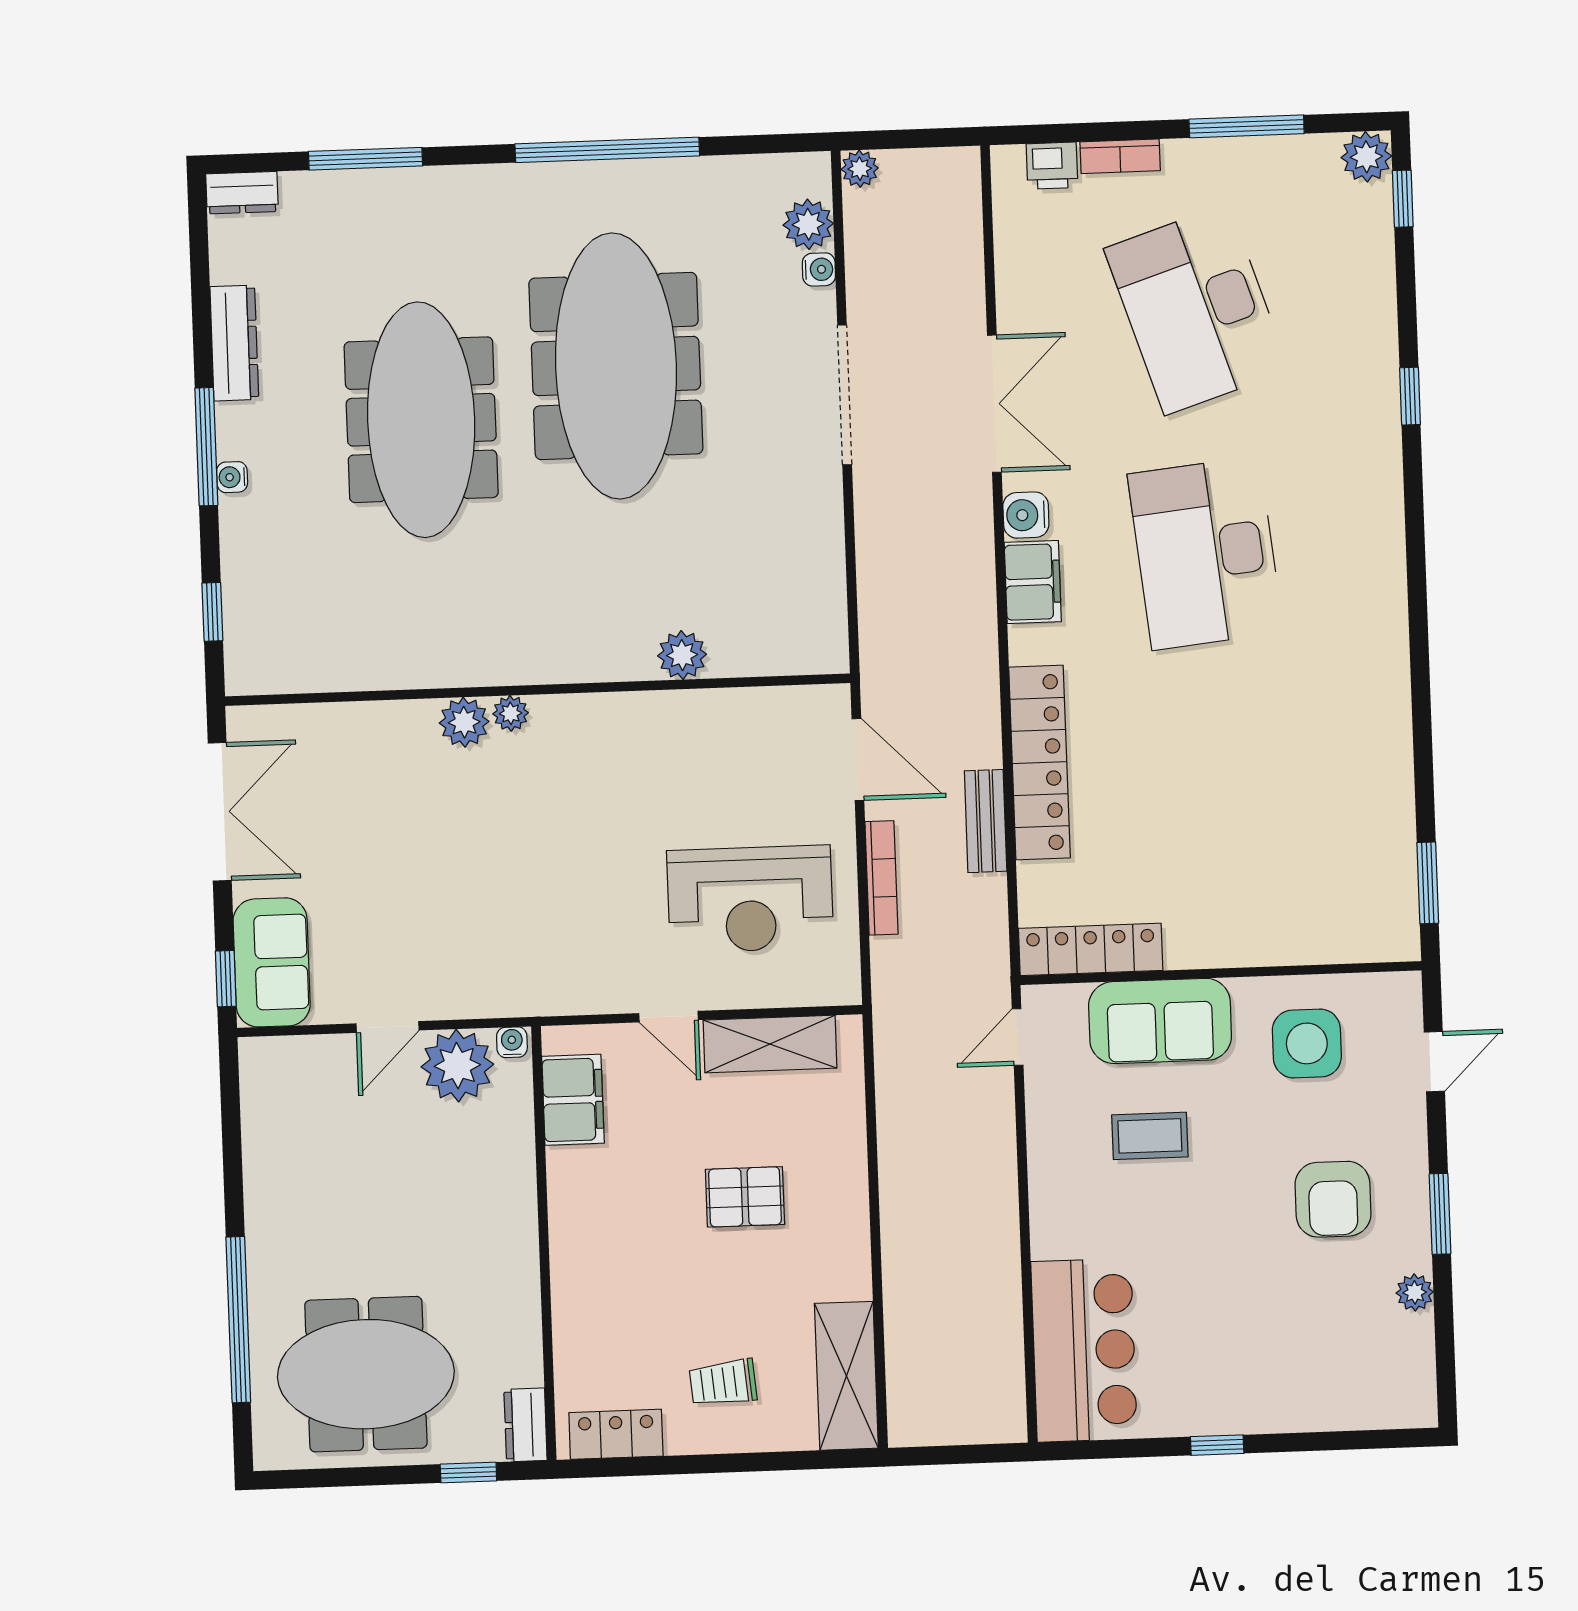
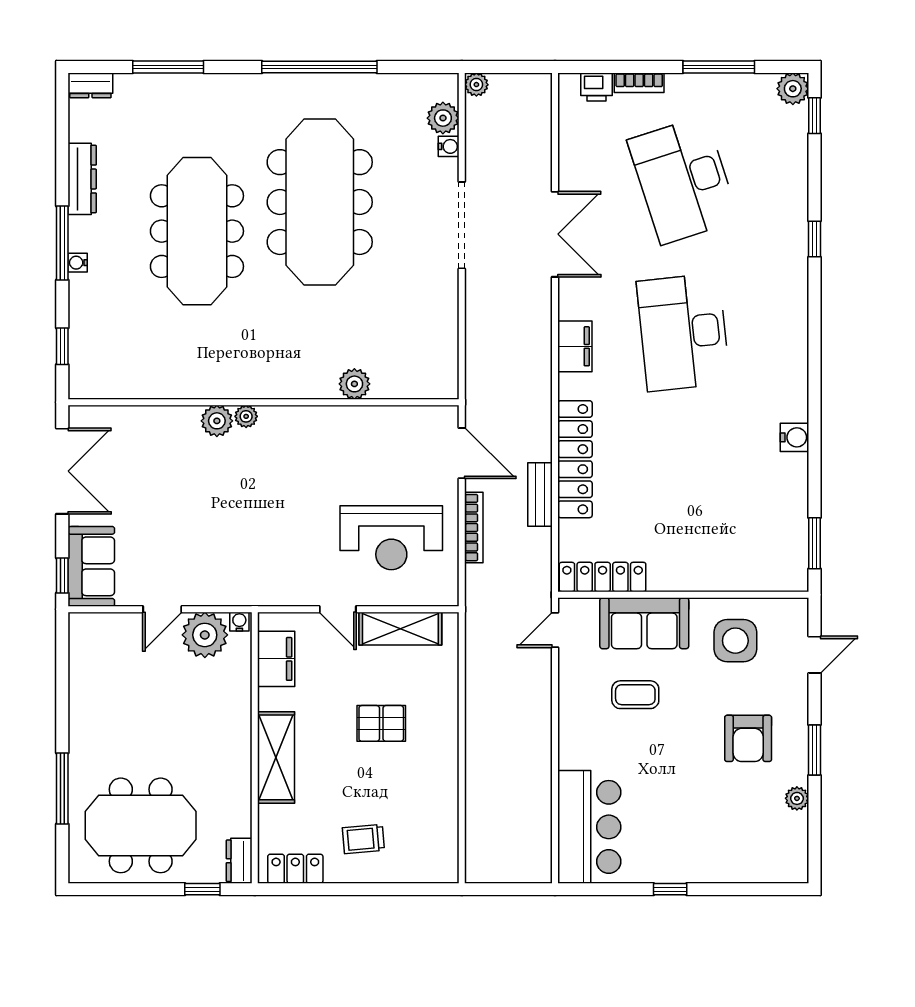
water cooler: (1026, 515) -> (794, 437), moved, turned 180
window: (238, 1320) -> (62, 788), width x0.68
shelving: (846, 1376) -> (276, 757), moved

